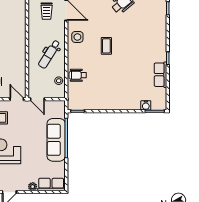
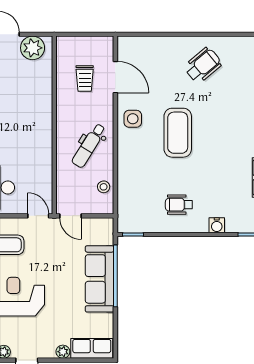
coffee table: (106, 46) -> (178, 133), width x1.86, depth x1.72
wheelchair: (78, 75) -> (179, 205), moved
water cooler: (146, 105) -> (217, 225), moved

